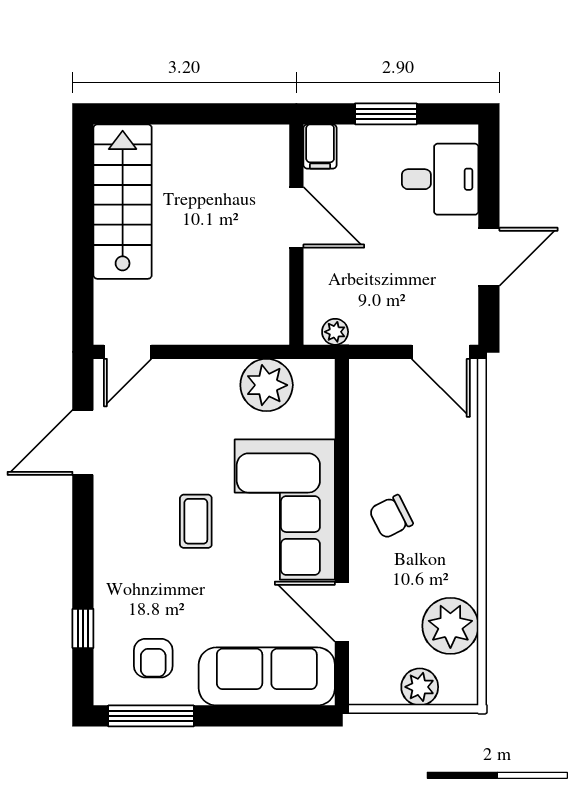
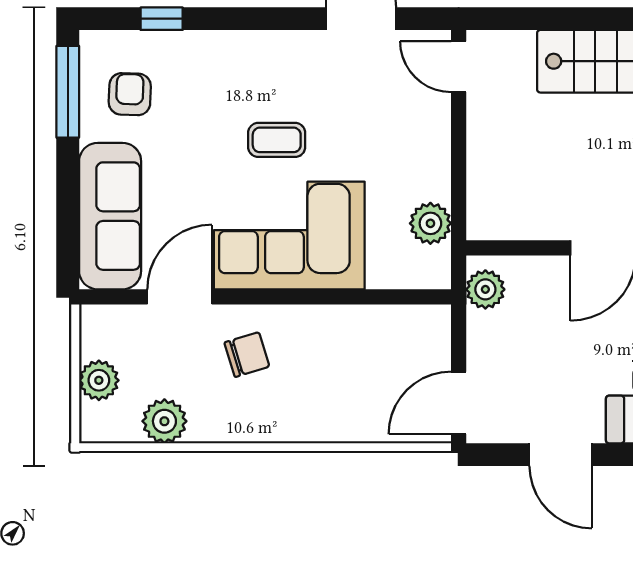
plant: (335, 332) -> (485, 289), width x1.38, depth x1.38
plant: (267, 385) -> (430, 223), width x0.73, depth x0.73
chair: (391, 517) -> (247, 355), moved, turned 100
plant: (450, 626) -> (164, 421), width x0.73, depth x0.73
armchair: (153, 658) -> (130, 94), turned 92

